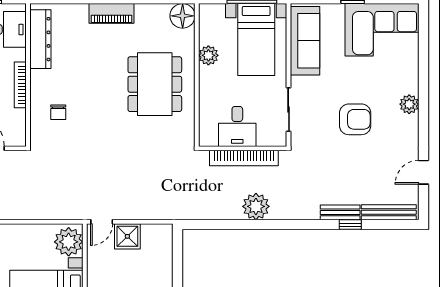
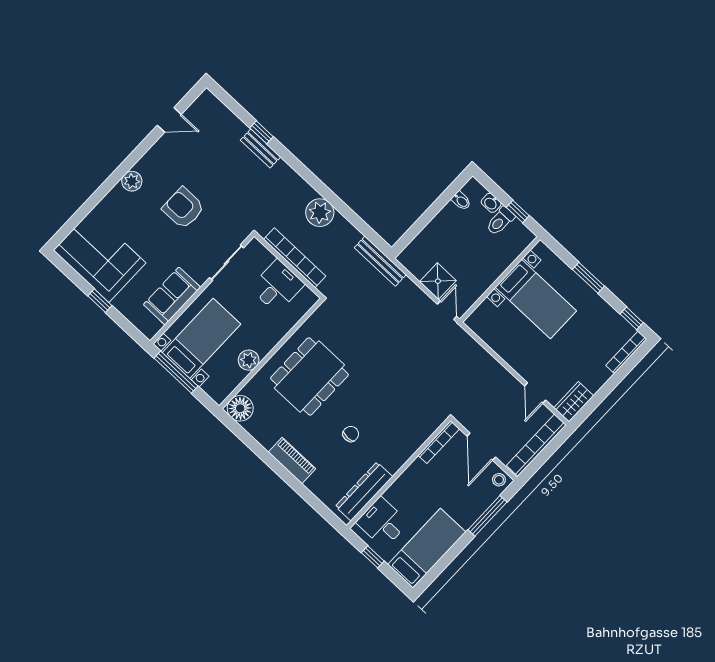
sofa: (305, 41) -> (172, 296), width x0.73
bookcase: (20, 85) -> (439, 442), moved
chair: (58, 112) -> (351, 434), moved
bench: (389, 212) -> (380, 261), moved
door: (102, 222) -> (447, 310), hinge flipped
plant: (69, 242) -> (486, 319), removed

